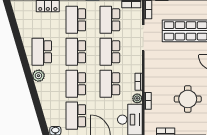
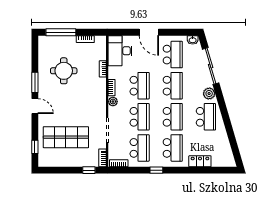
plant: (137, 98) -> (113, 102), moved
sliding door: (37, 104) -> (211, 66), added

